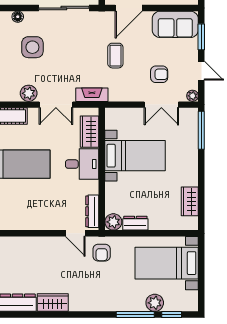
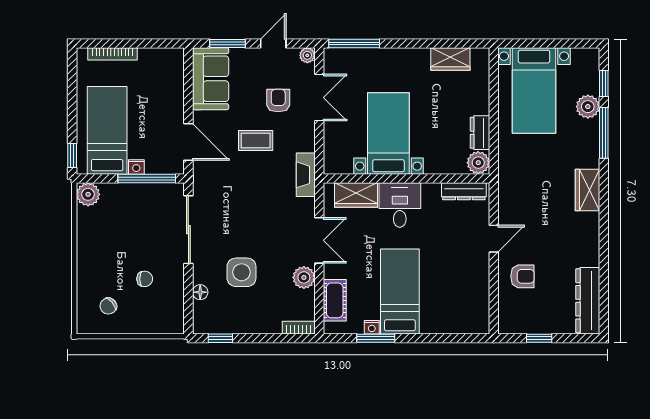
coffee table: (115, 56) -> (256, 140), moved
fireplace: (92, 95) -> (306, 175), moved
door: (75, 233) -> (494, 239), moved
armchair: (102, 253) -> (522, 276), moved
wardrobe: (53, 303) -> (587, 190), moved

